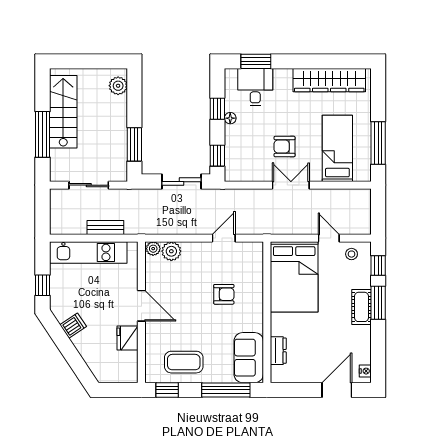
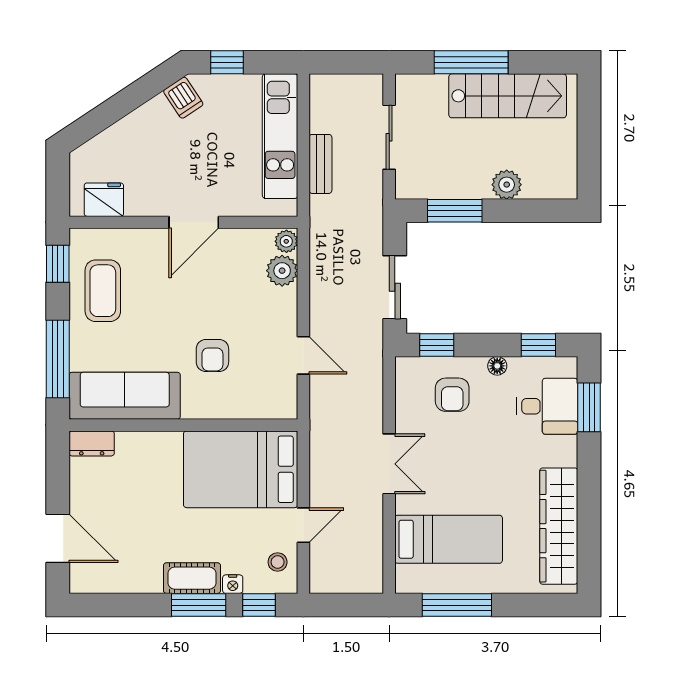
plant: (118, 86) -> (507, 185), moved
window: (217, 109) -> (538, 345), moved
armchair: (285, 147) -> (452, 395), moved, turned 180
dishwasher: (73, 326) -> (183, 98), moved
fridge: (127, 338) -> (104, 200), moved
dresser: (278, 351) -> (92, 443), moved
sofa: (249, 358) -> (125, 396), width x1.36
nightstand: (365, 371) -> (233, 584), moved

